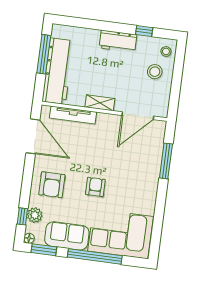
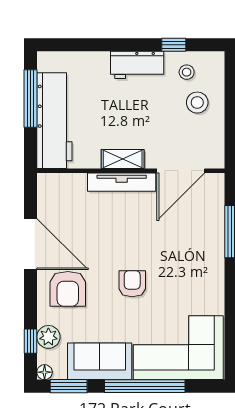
stool: (166, 51) -> (187, 72), moved
tv unit: (73, 115) -> (122, 182), moved
door: (33, 136) -> (31, 244), moved

